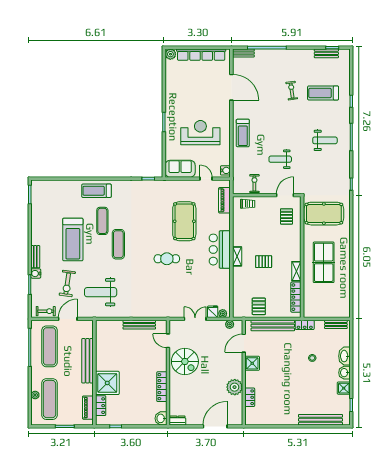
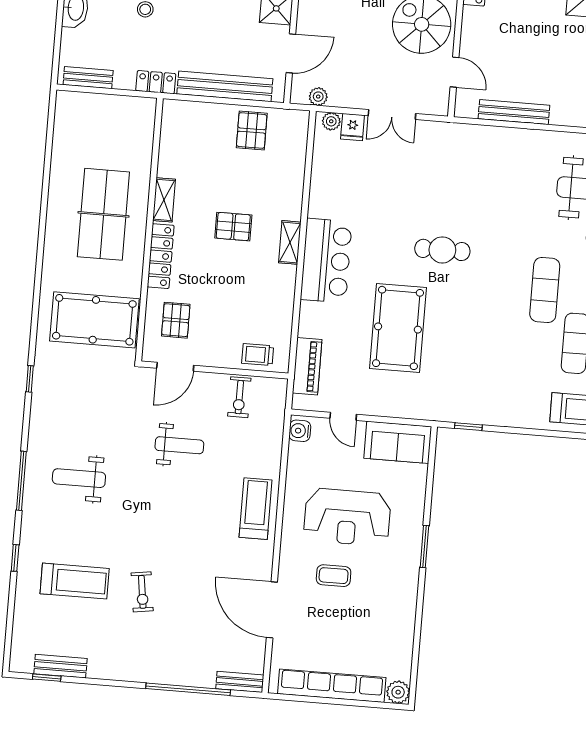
coffee table: (204, 105) -> (334, 576), added
locker: (296, 297) -> (161, 256), moved

